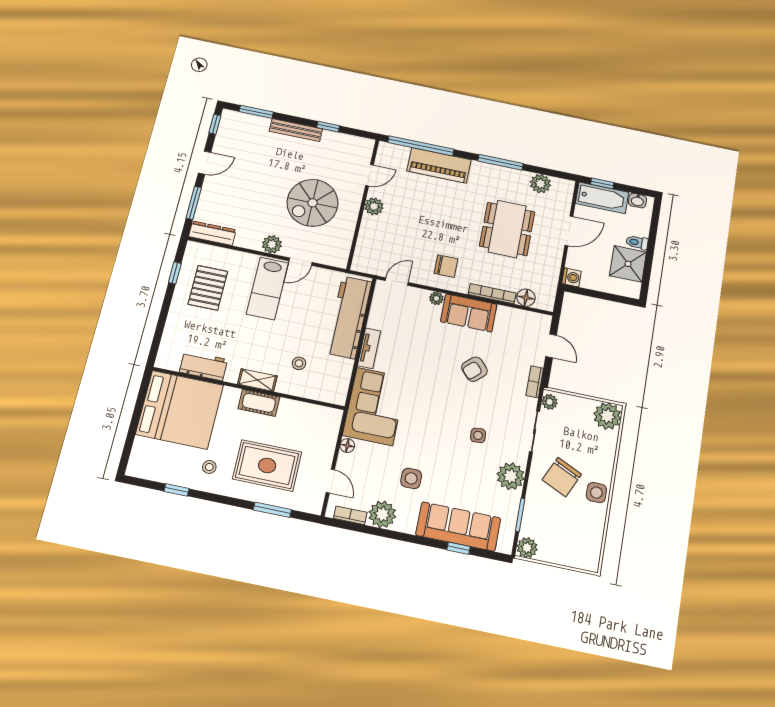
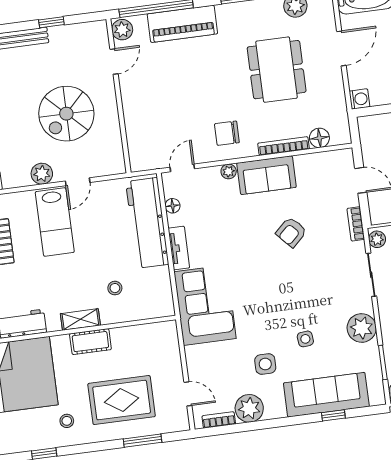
plant: (374, 206) -> (122, 30), moved
chair: (446, 266) -> (227, 133), turned 180
side table: (478, 435) -> (305, 339), moved
floor lamp: (347, 446) -> (173, 206), moved

